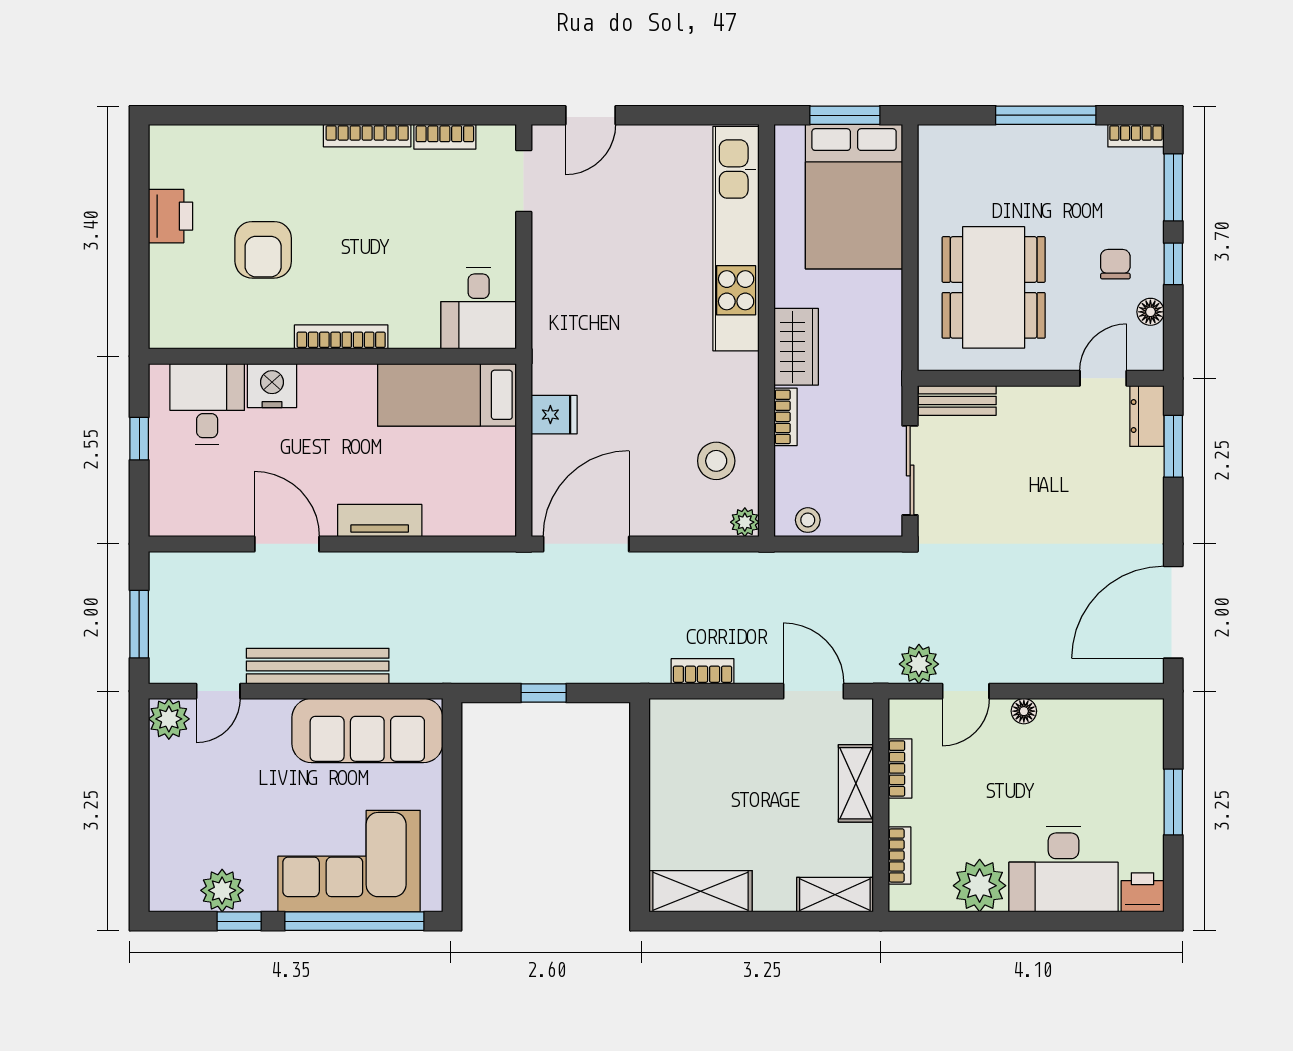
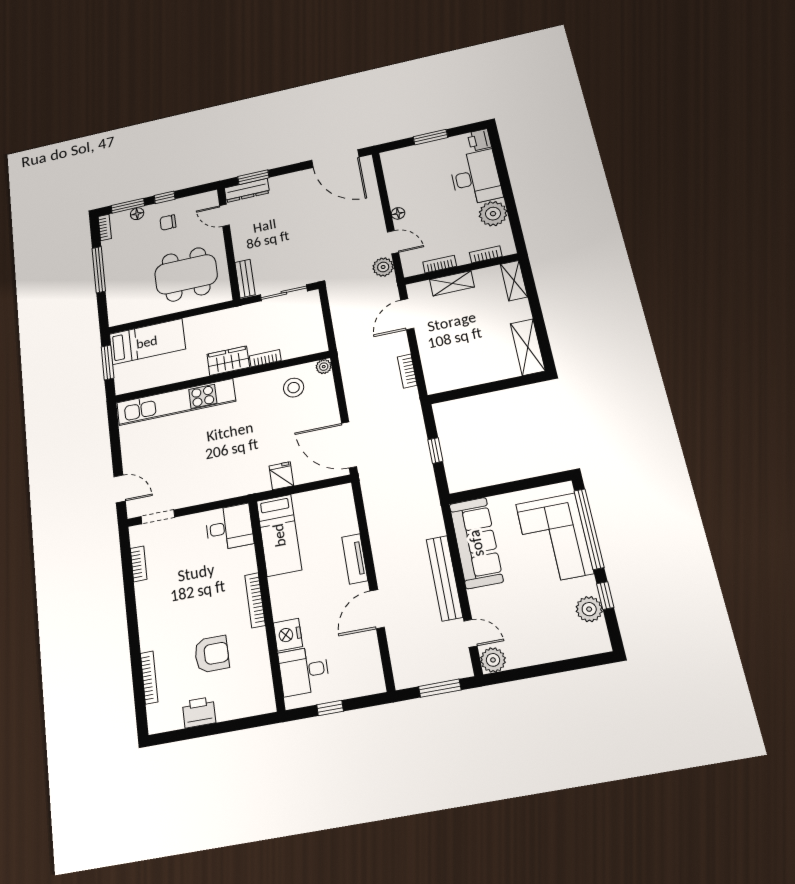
bookcase: (367, 136) -> (149, 678), moved
bed: (854, 197) -> (147, 342), width x0.67
floor lamp: (1150, 312) -> (137, 214), moved
dresser: (1147, 416) -> (247, 190), width x1.44
stool: (808, 520) -> (317, 336), removed

